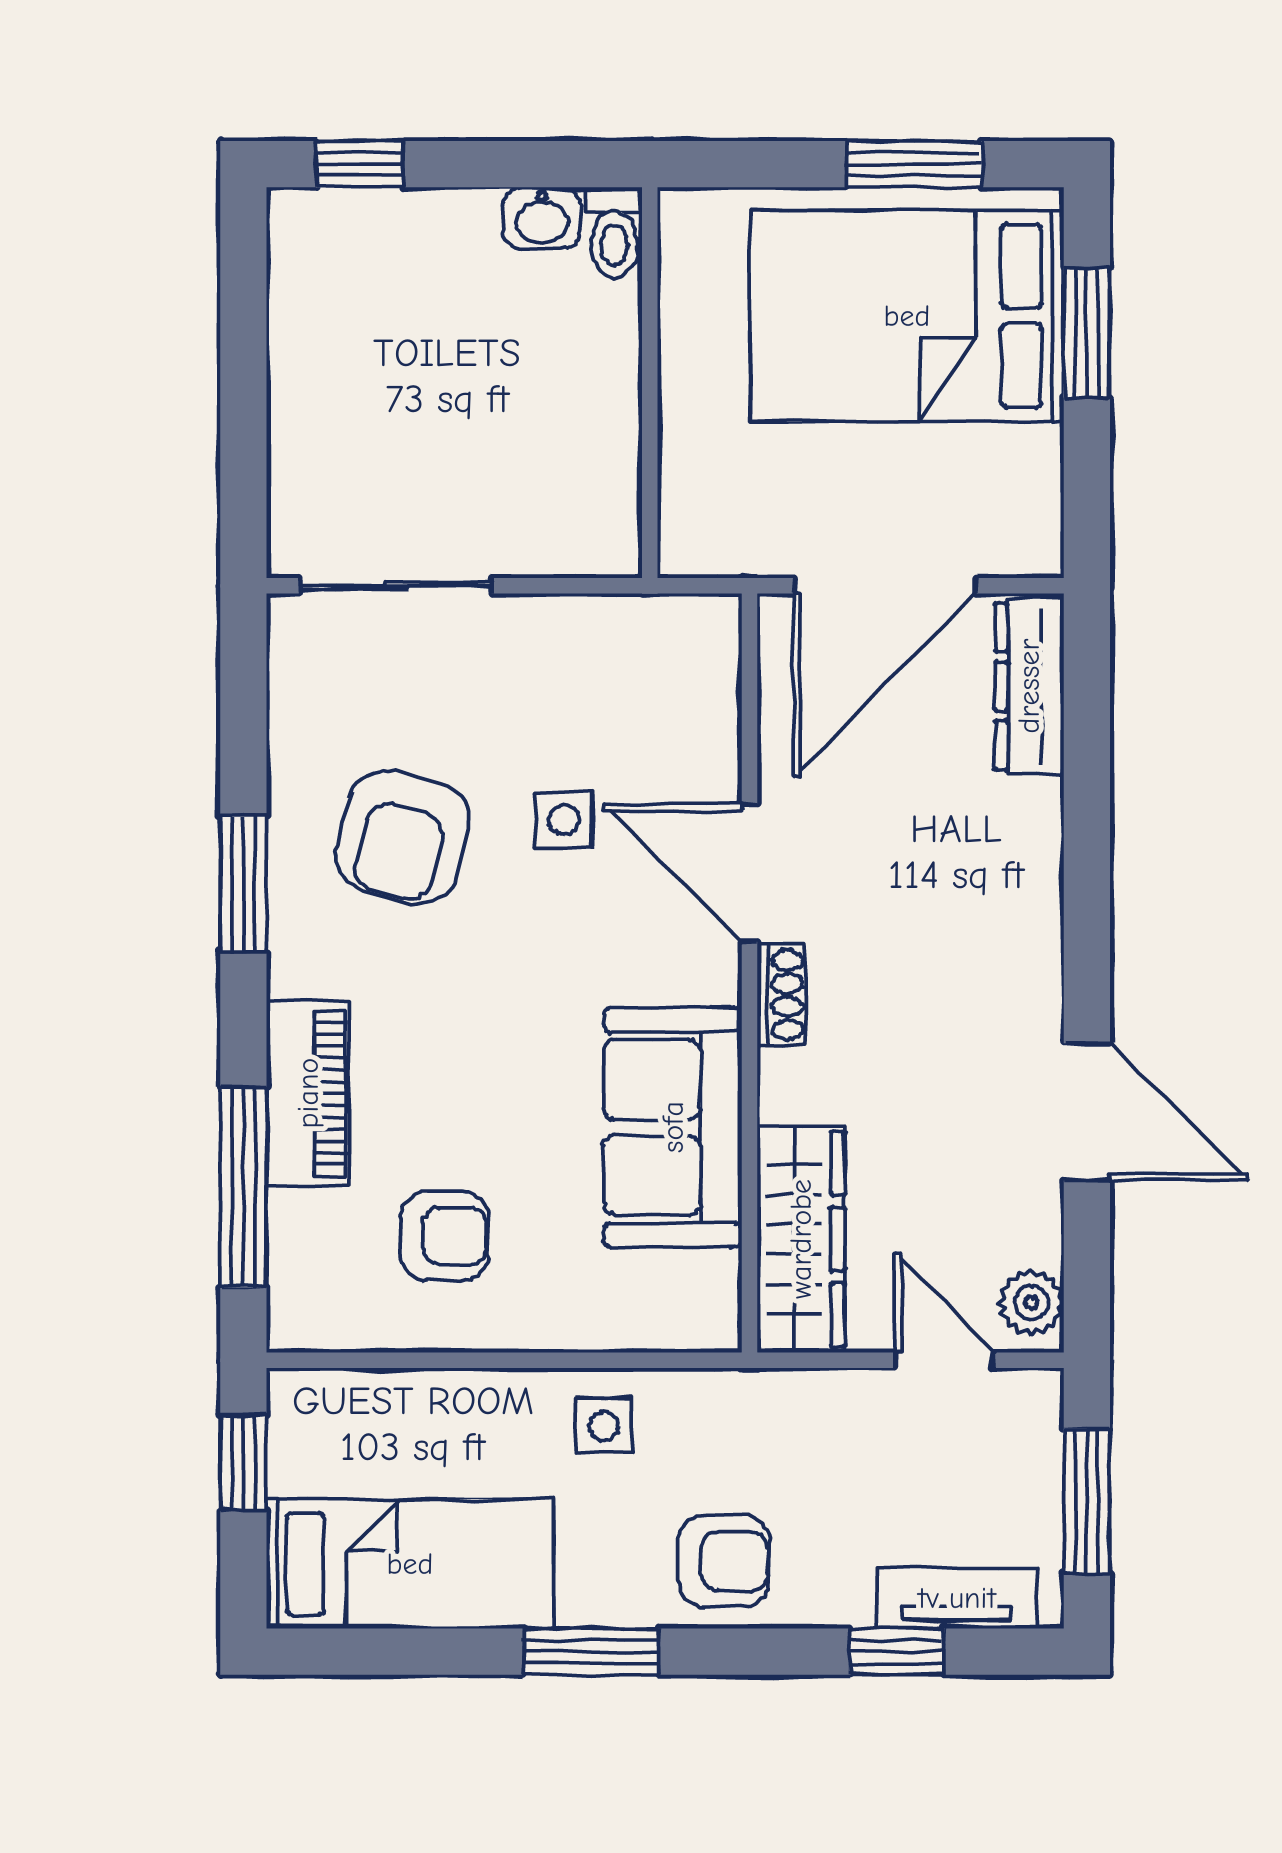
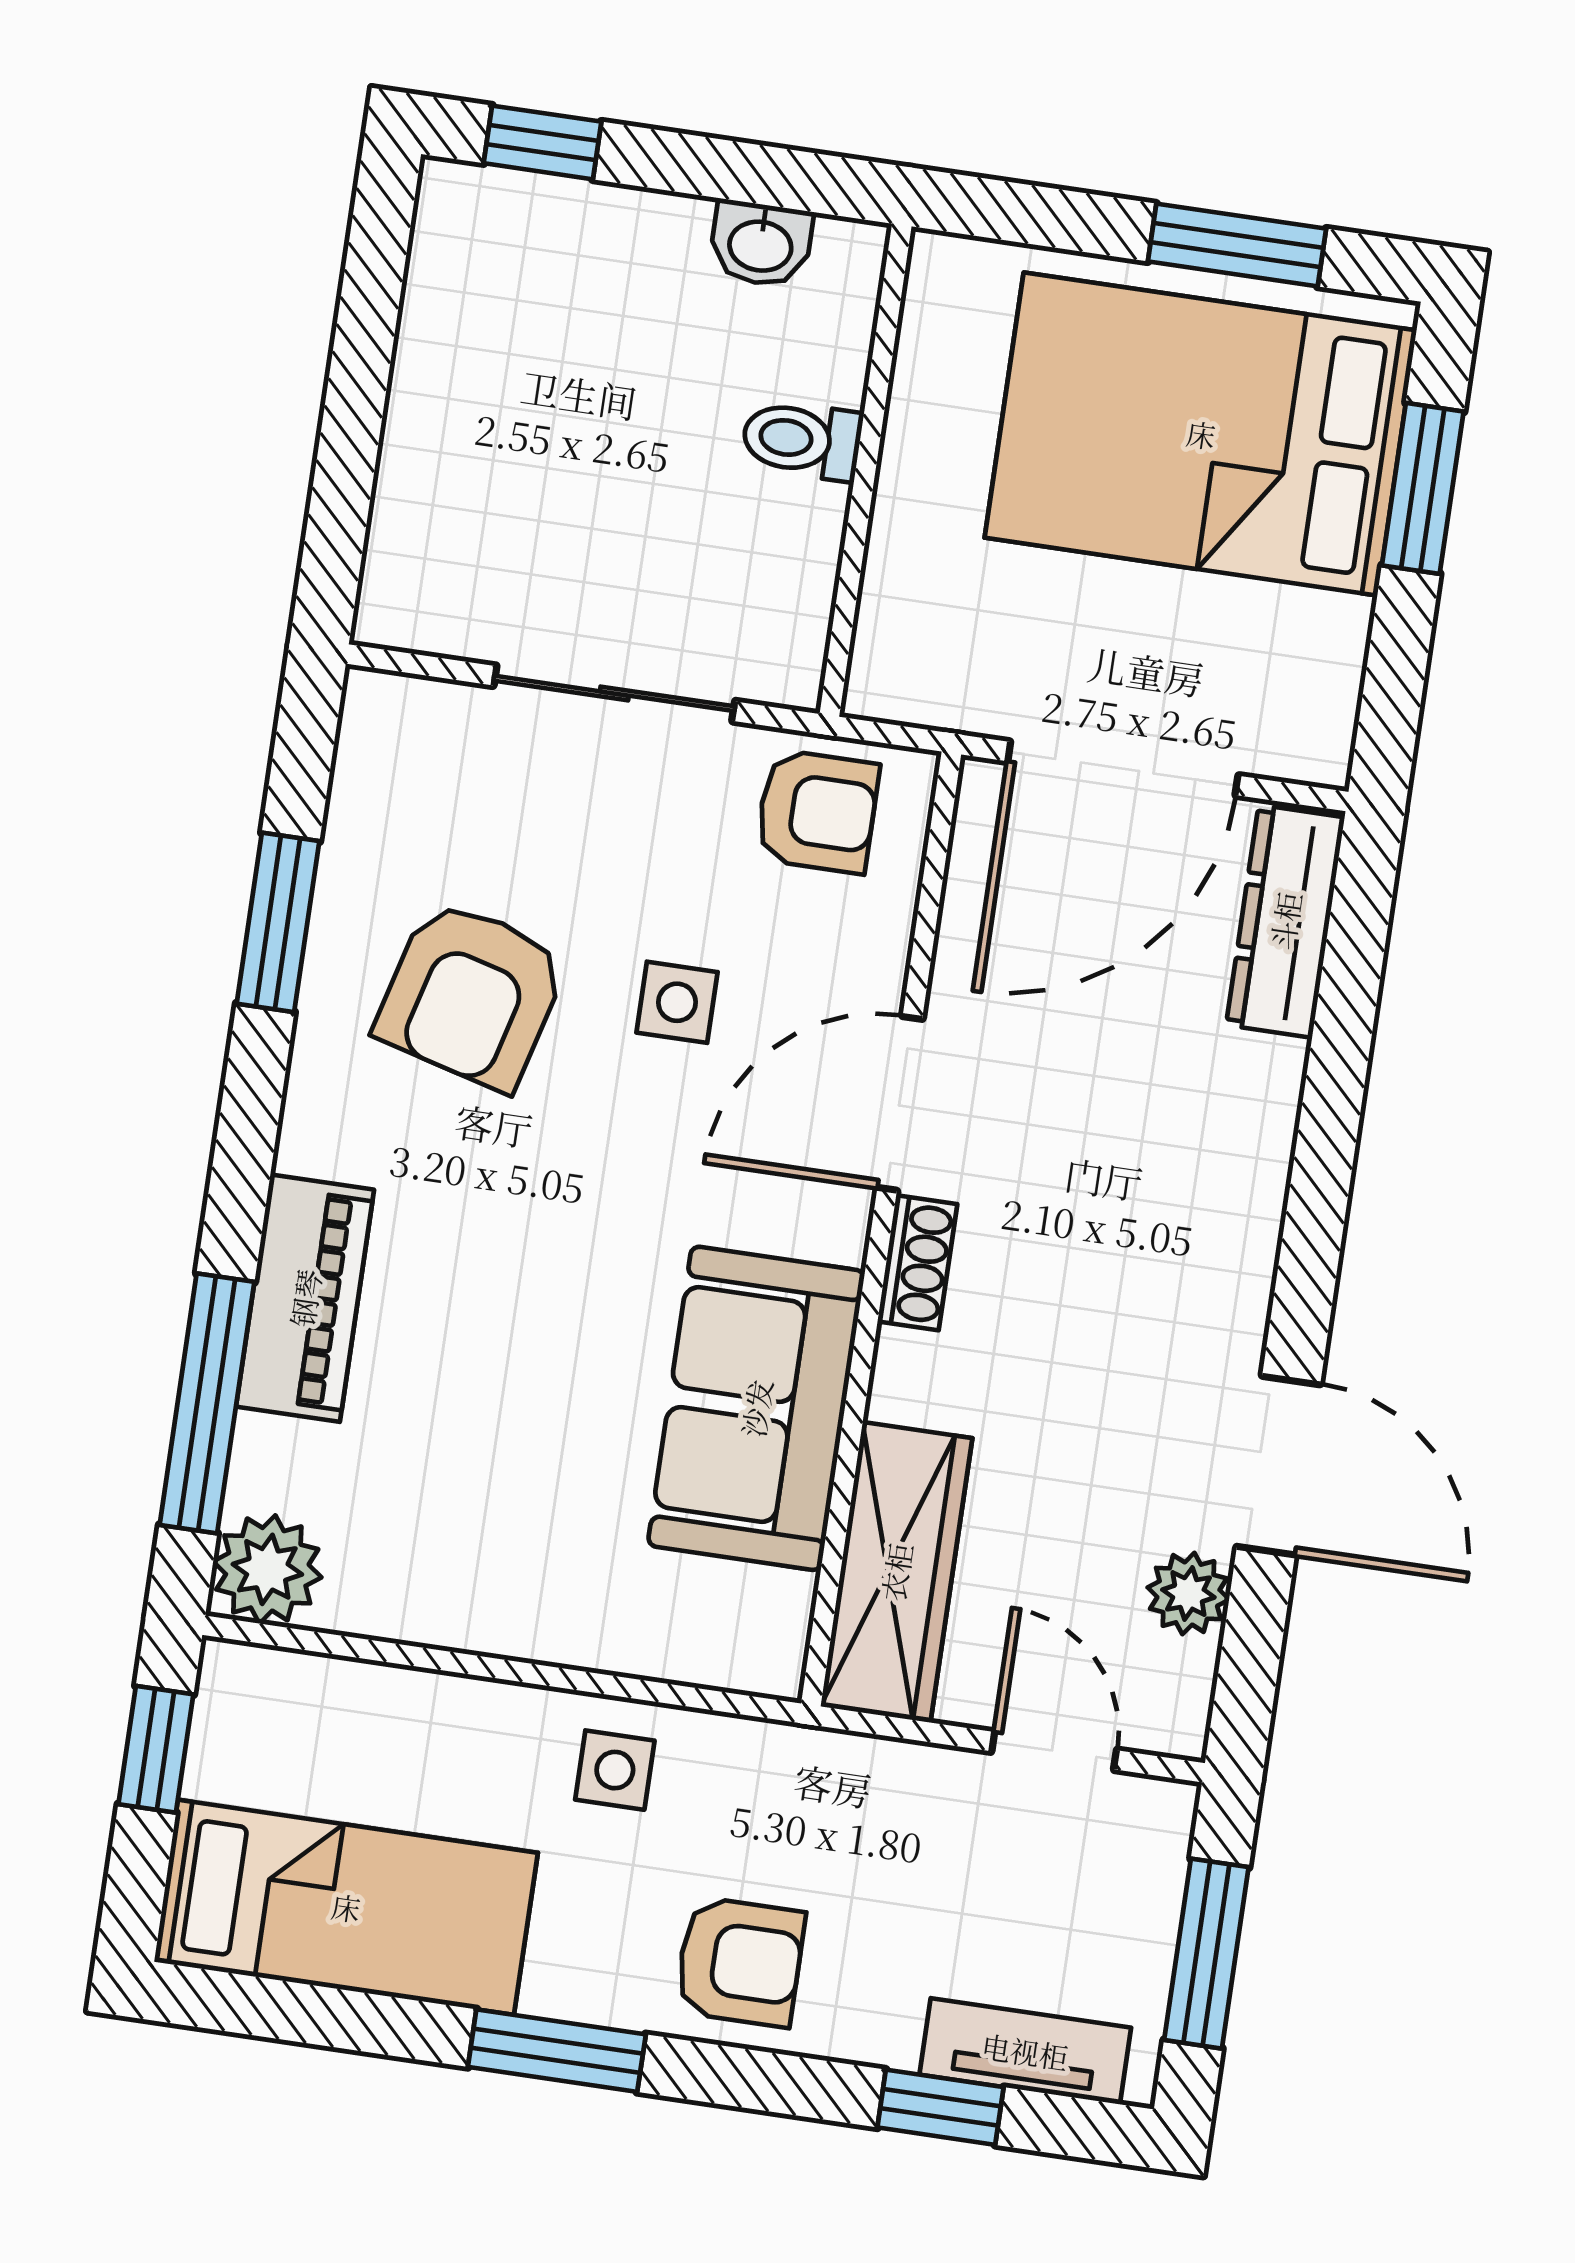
toilet: (614, 233) -> (802, 440), moved, turned 90
sliding door: (396, 586) -> (614, 693), moved
door: (749, 873) -> (900, 1103), hinge flipped
window: (243, 884) -> (278, 922), moved
armchair: (444, 1236) -> (817, 811), moved
plant: (1031, 1302) -> (1188, 1593), moved
plant: (310, 1309) -> (267, 1569), added

